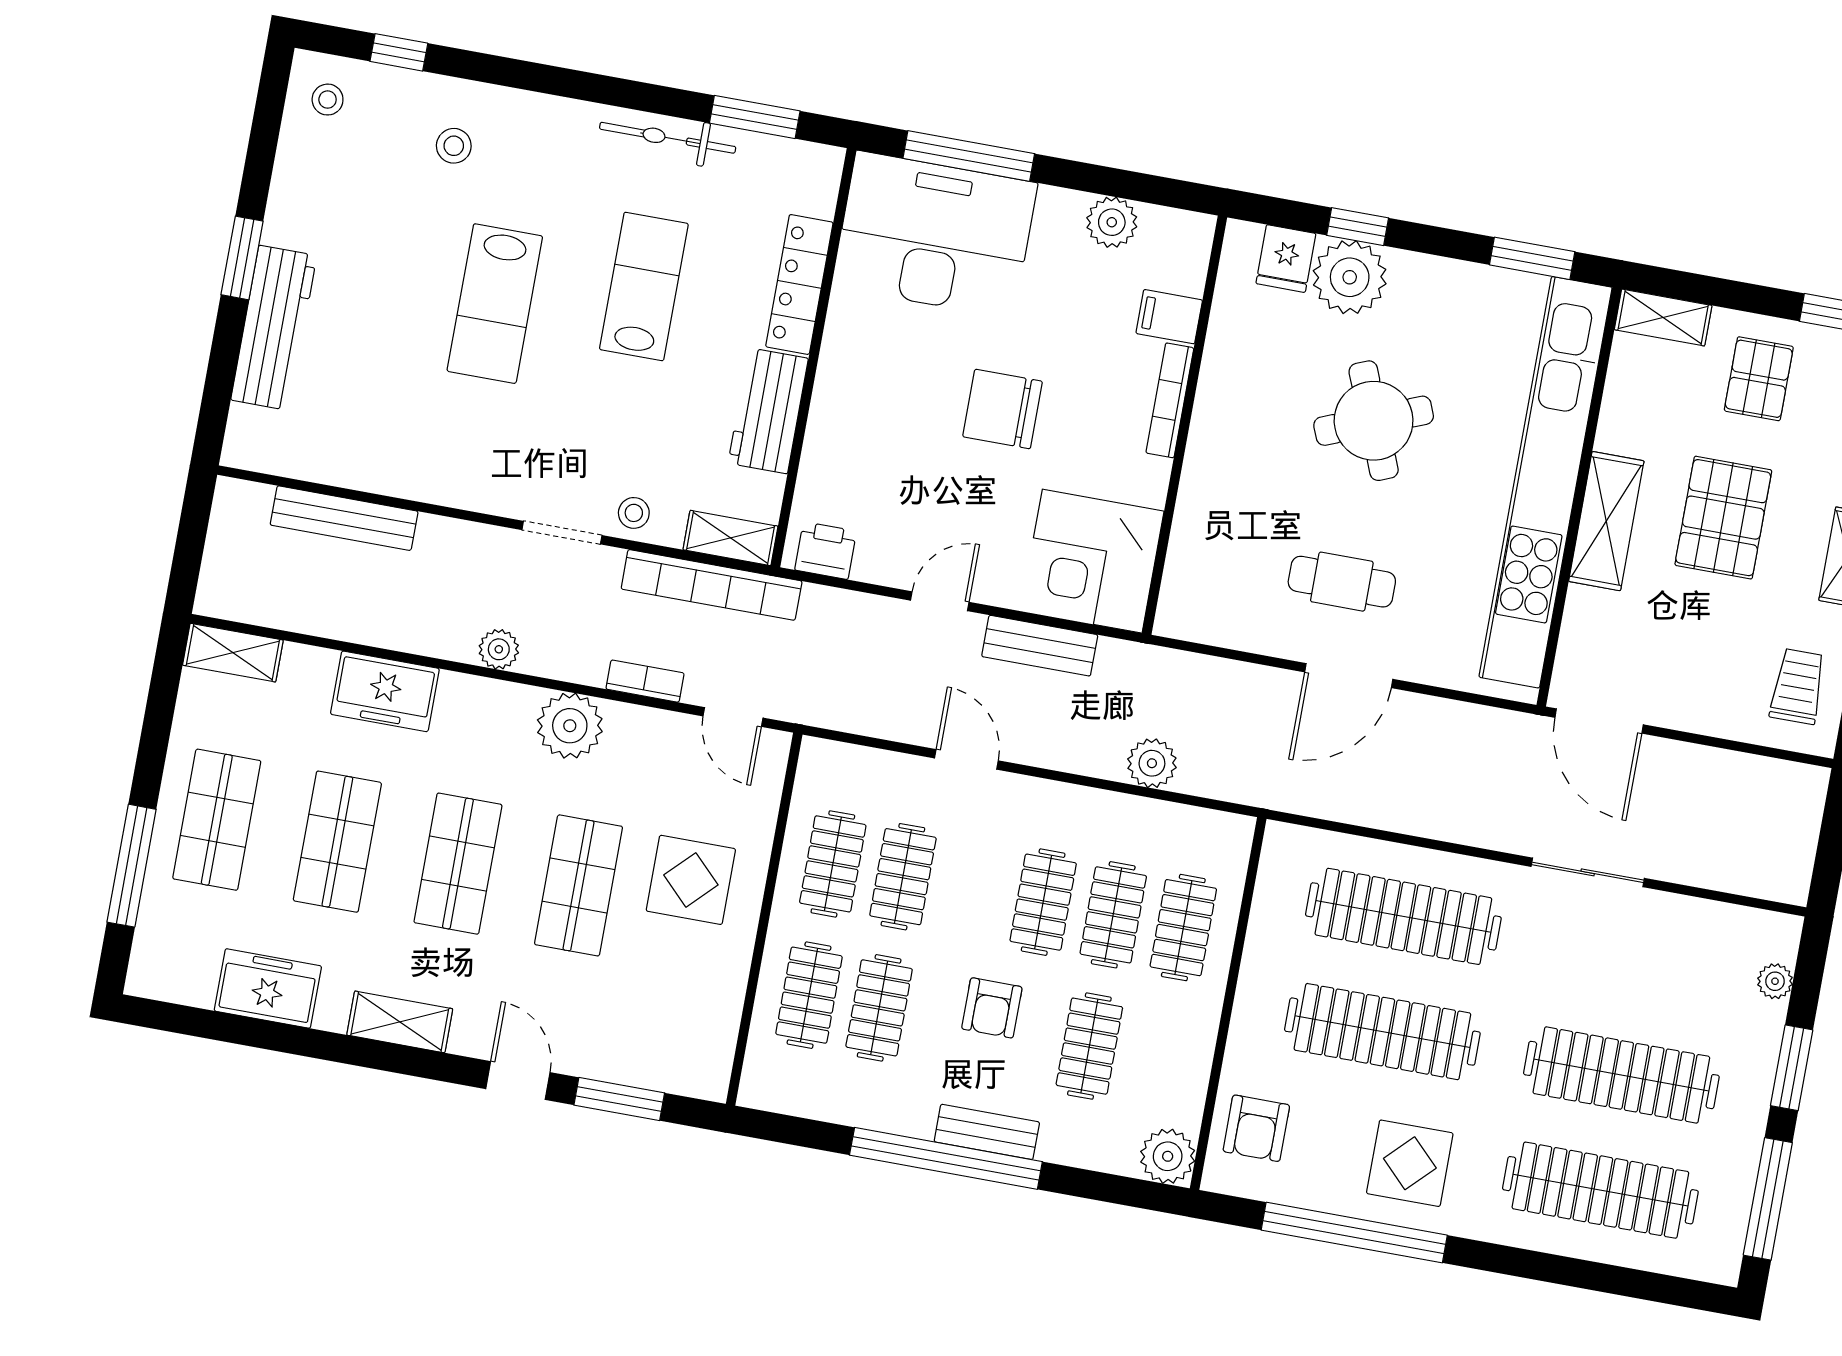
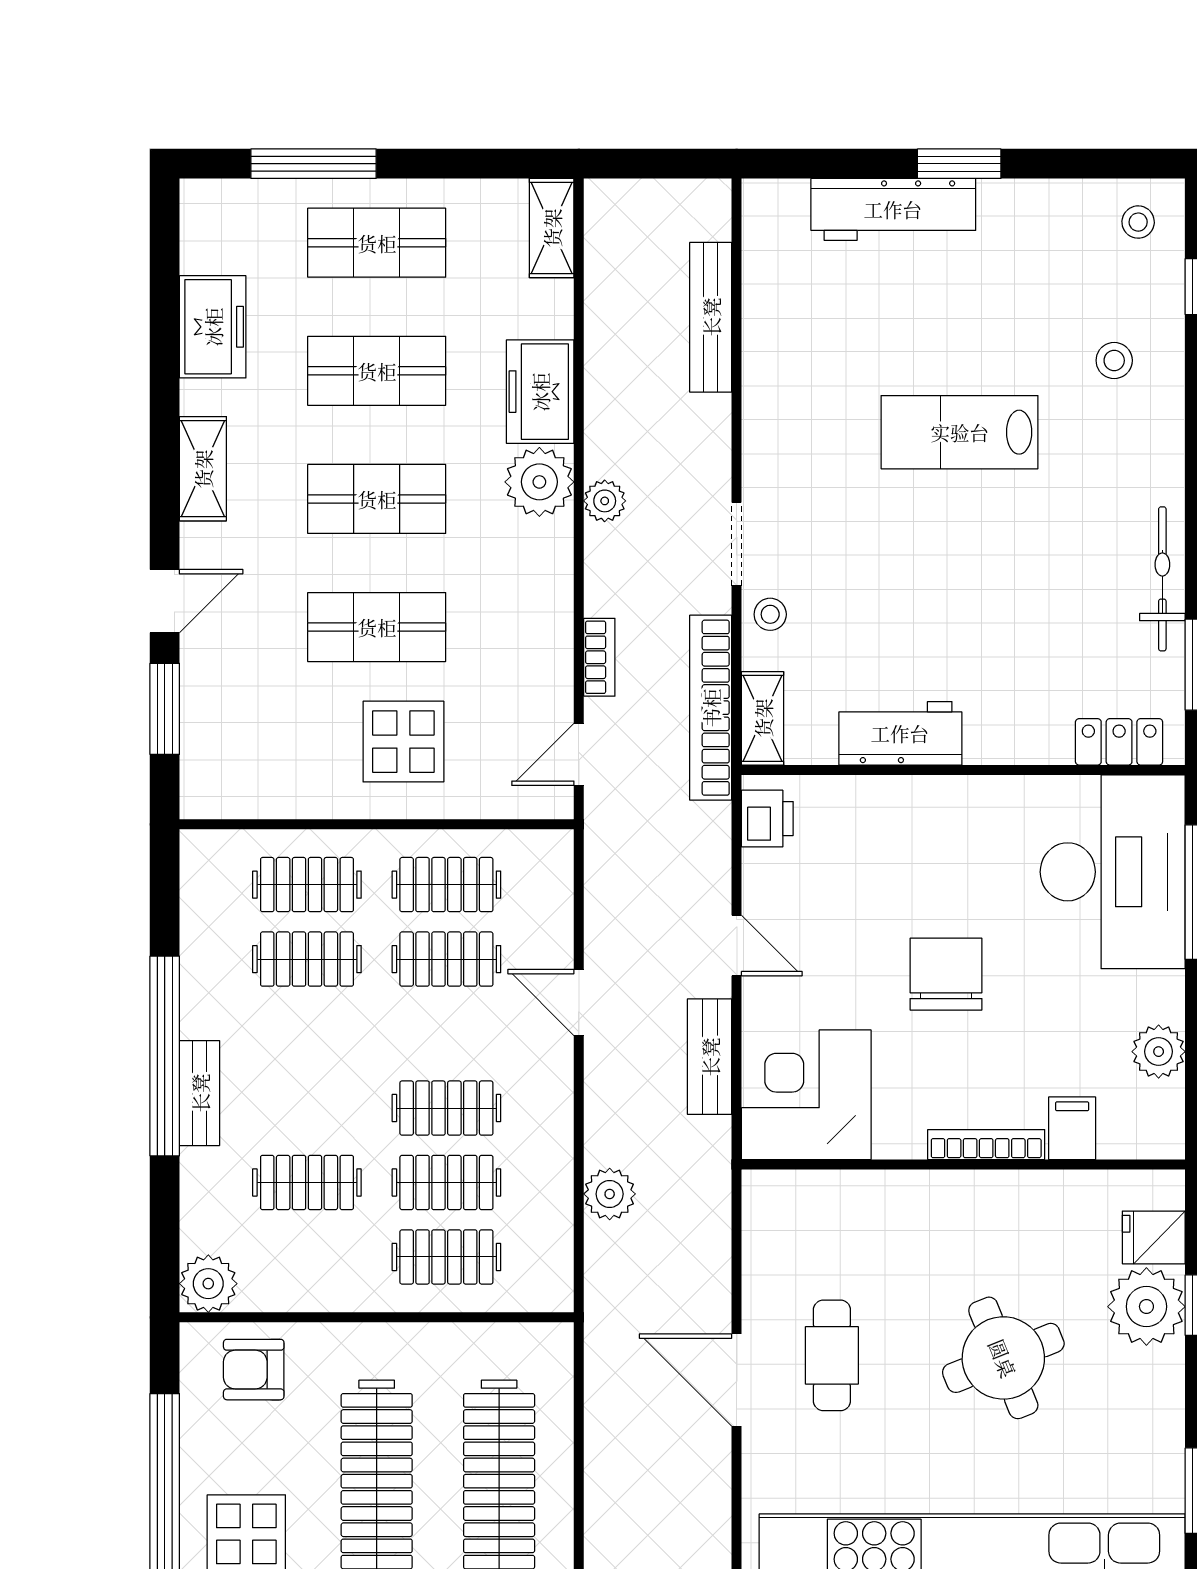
locker: (799, 284) -> (1119, 742), moved, width x0.66
lab bench: (644, 287) -> (1005, 582), removed
plant: (570, 726) -> (539, 482), moved
door: (966, 759) -> (579, 1002), swing flipped
armchair: (992, 1008) -> (328, 1075), removed

